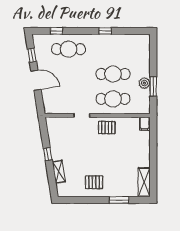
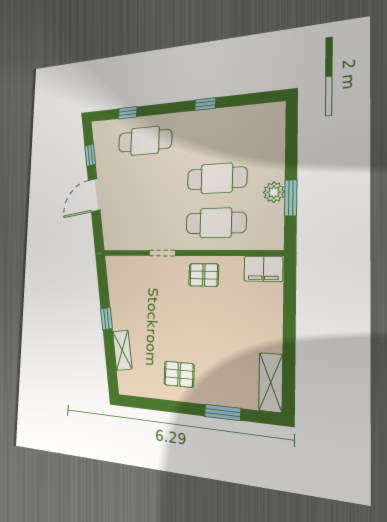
door: (36, 80) -> (94, 195), swing flipped
filing cabinet: (145, 124) -> (263, 269), width x2.00

